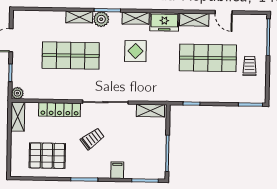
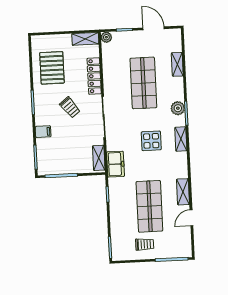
shelving: (79, 17) -> (177, 64), moved
freezer: (164, 22) -> (116, 164), moved, turned 180

